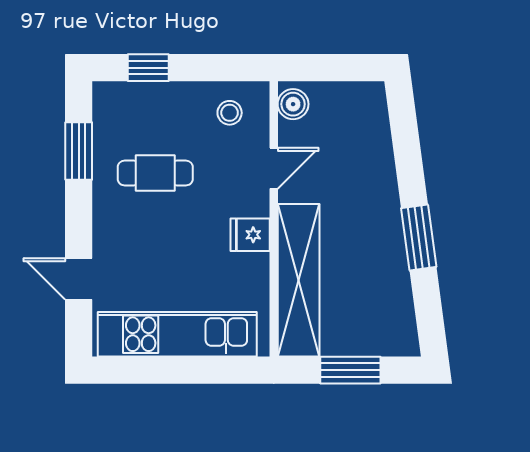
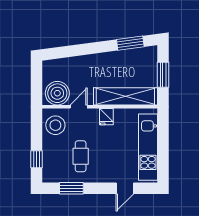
boiler: (293, 104) -> (57, 93), width x1.86, depth x1.86
stool: (230, 113) -> (55, 125), width x1.89, depth x1.89
door: (274, 168) -> (79, 107), hinge flipped
window: (419, 238) -> (130, 43), moved

